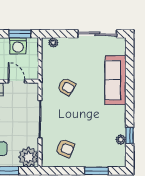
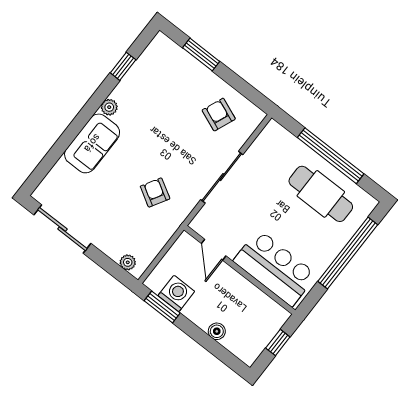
sofa: (115, 80) -> (92, 143), width x0.73
plant: (121, 140) -> (109, 107), moved
plant: (28, 157) -> (274, 140), removed

